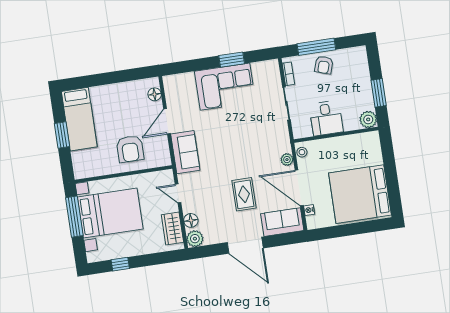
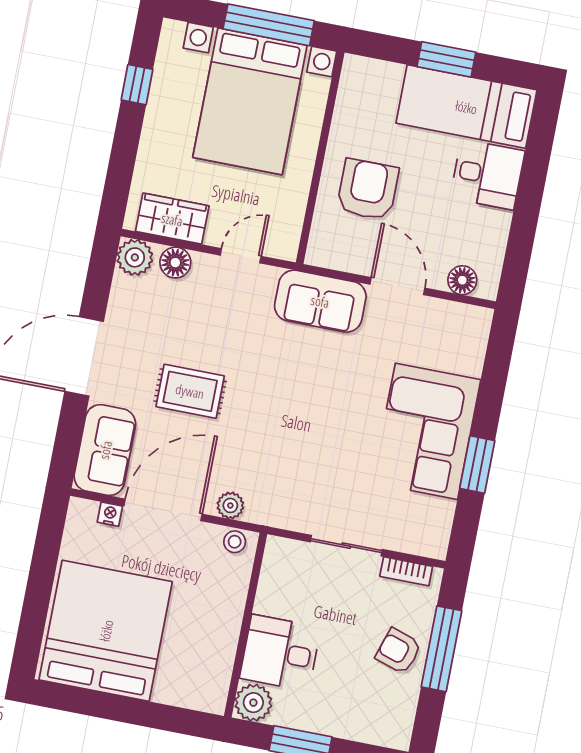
desk: (105, 100) -> (487, 174), added
desk: (326, 118) -> (280, 653), moved
armchair: (130, 149) -> (368, 189), turned 90

